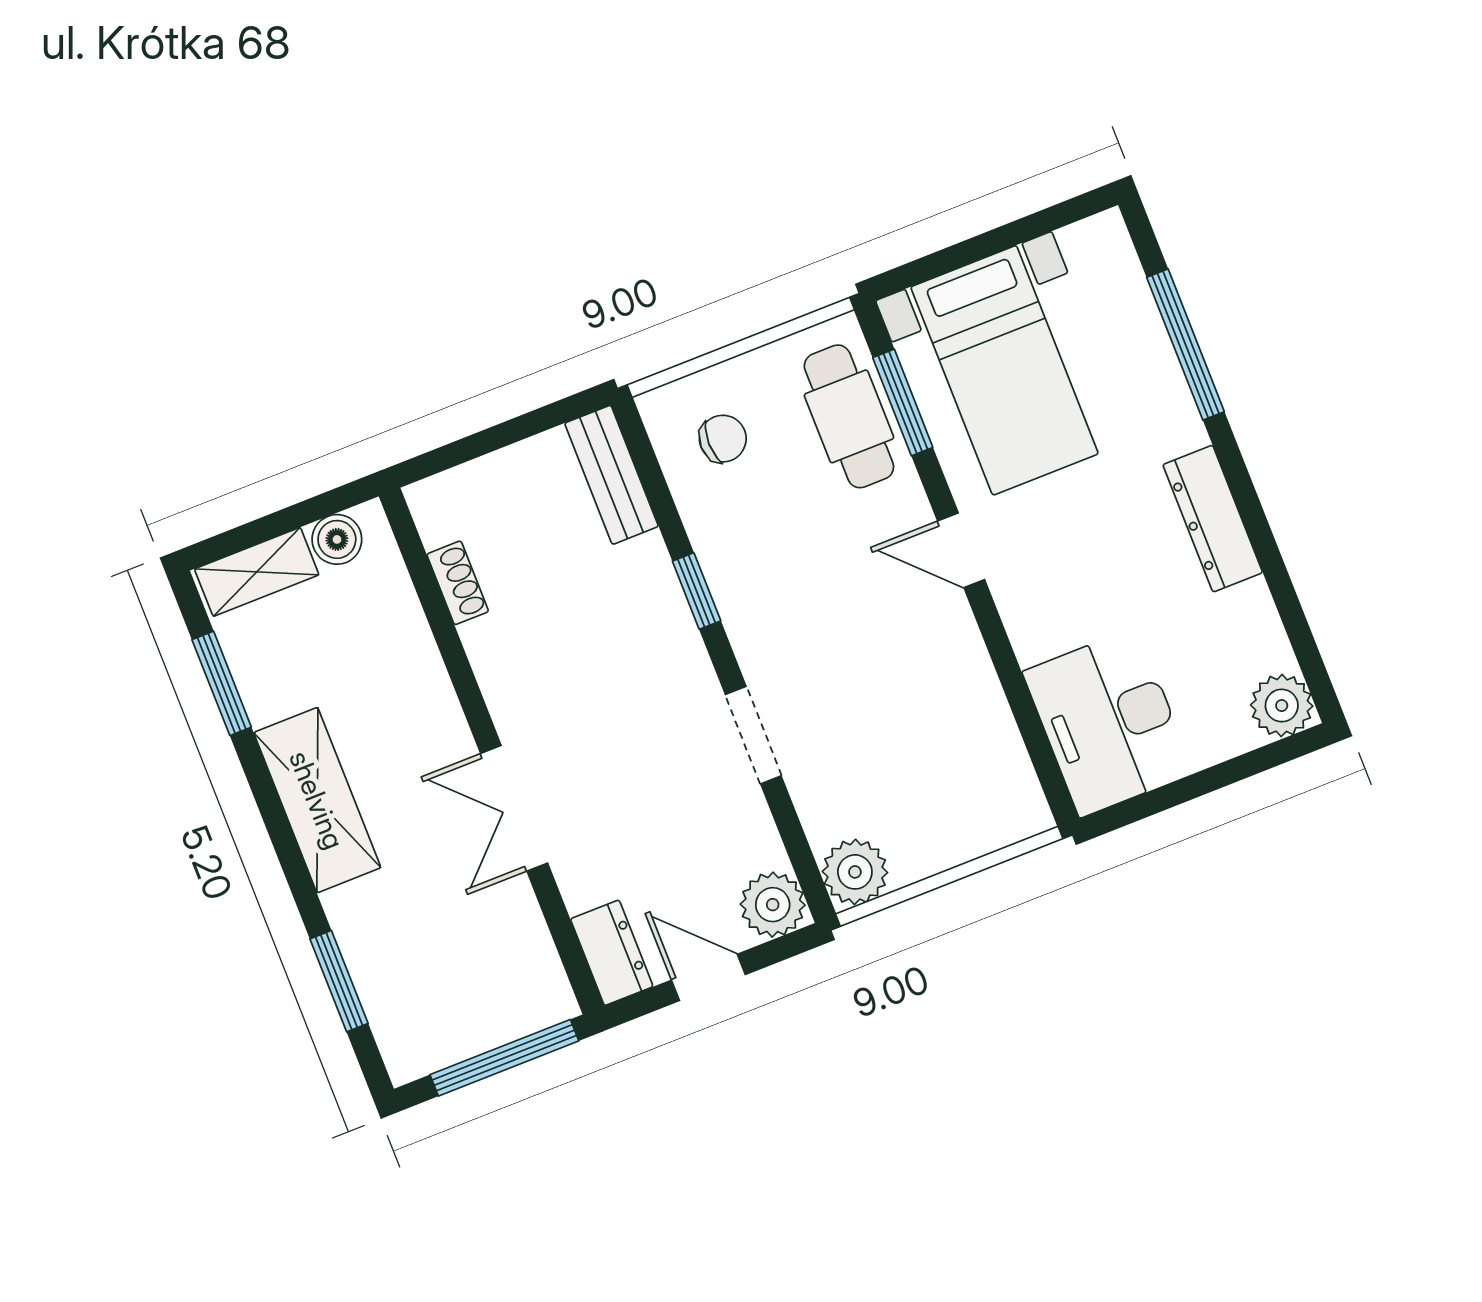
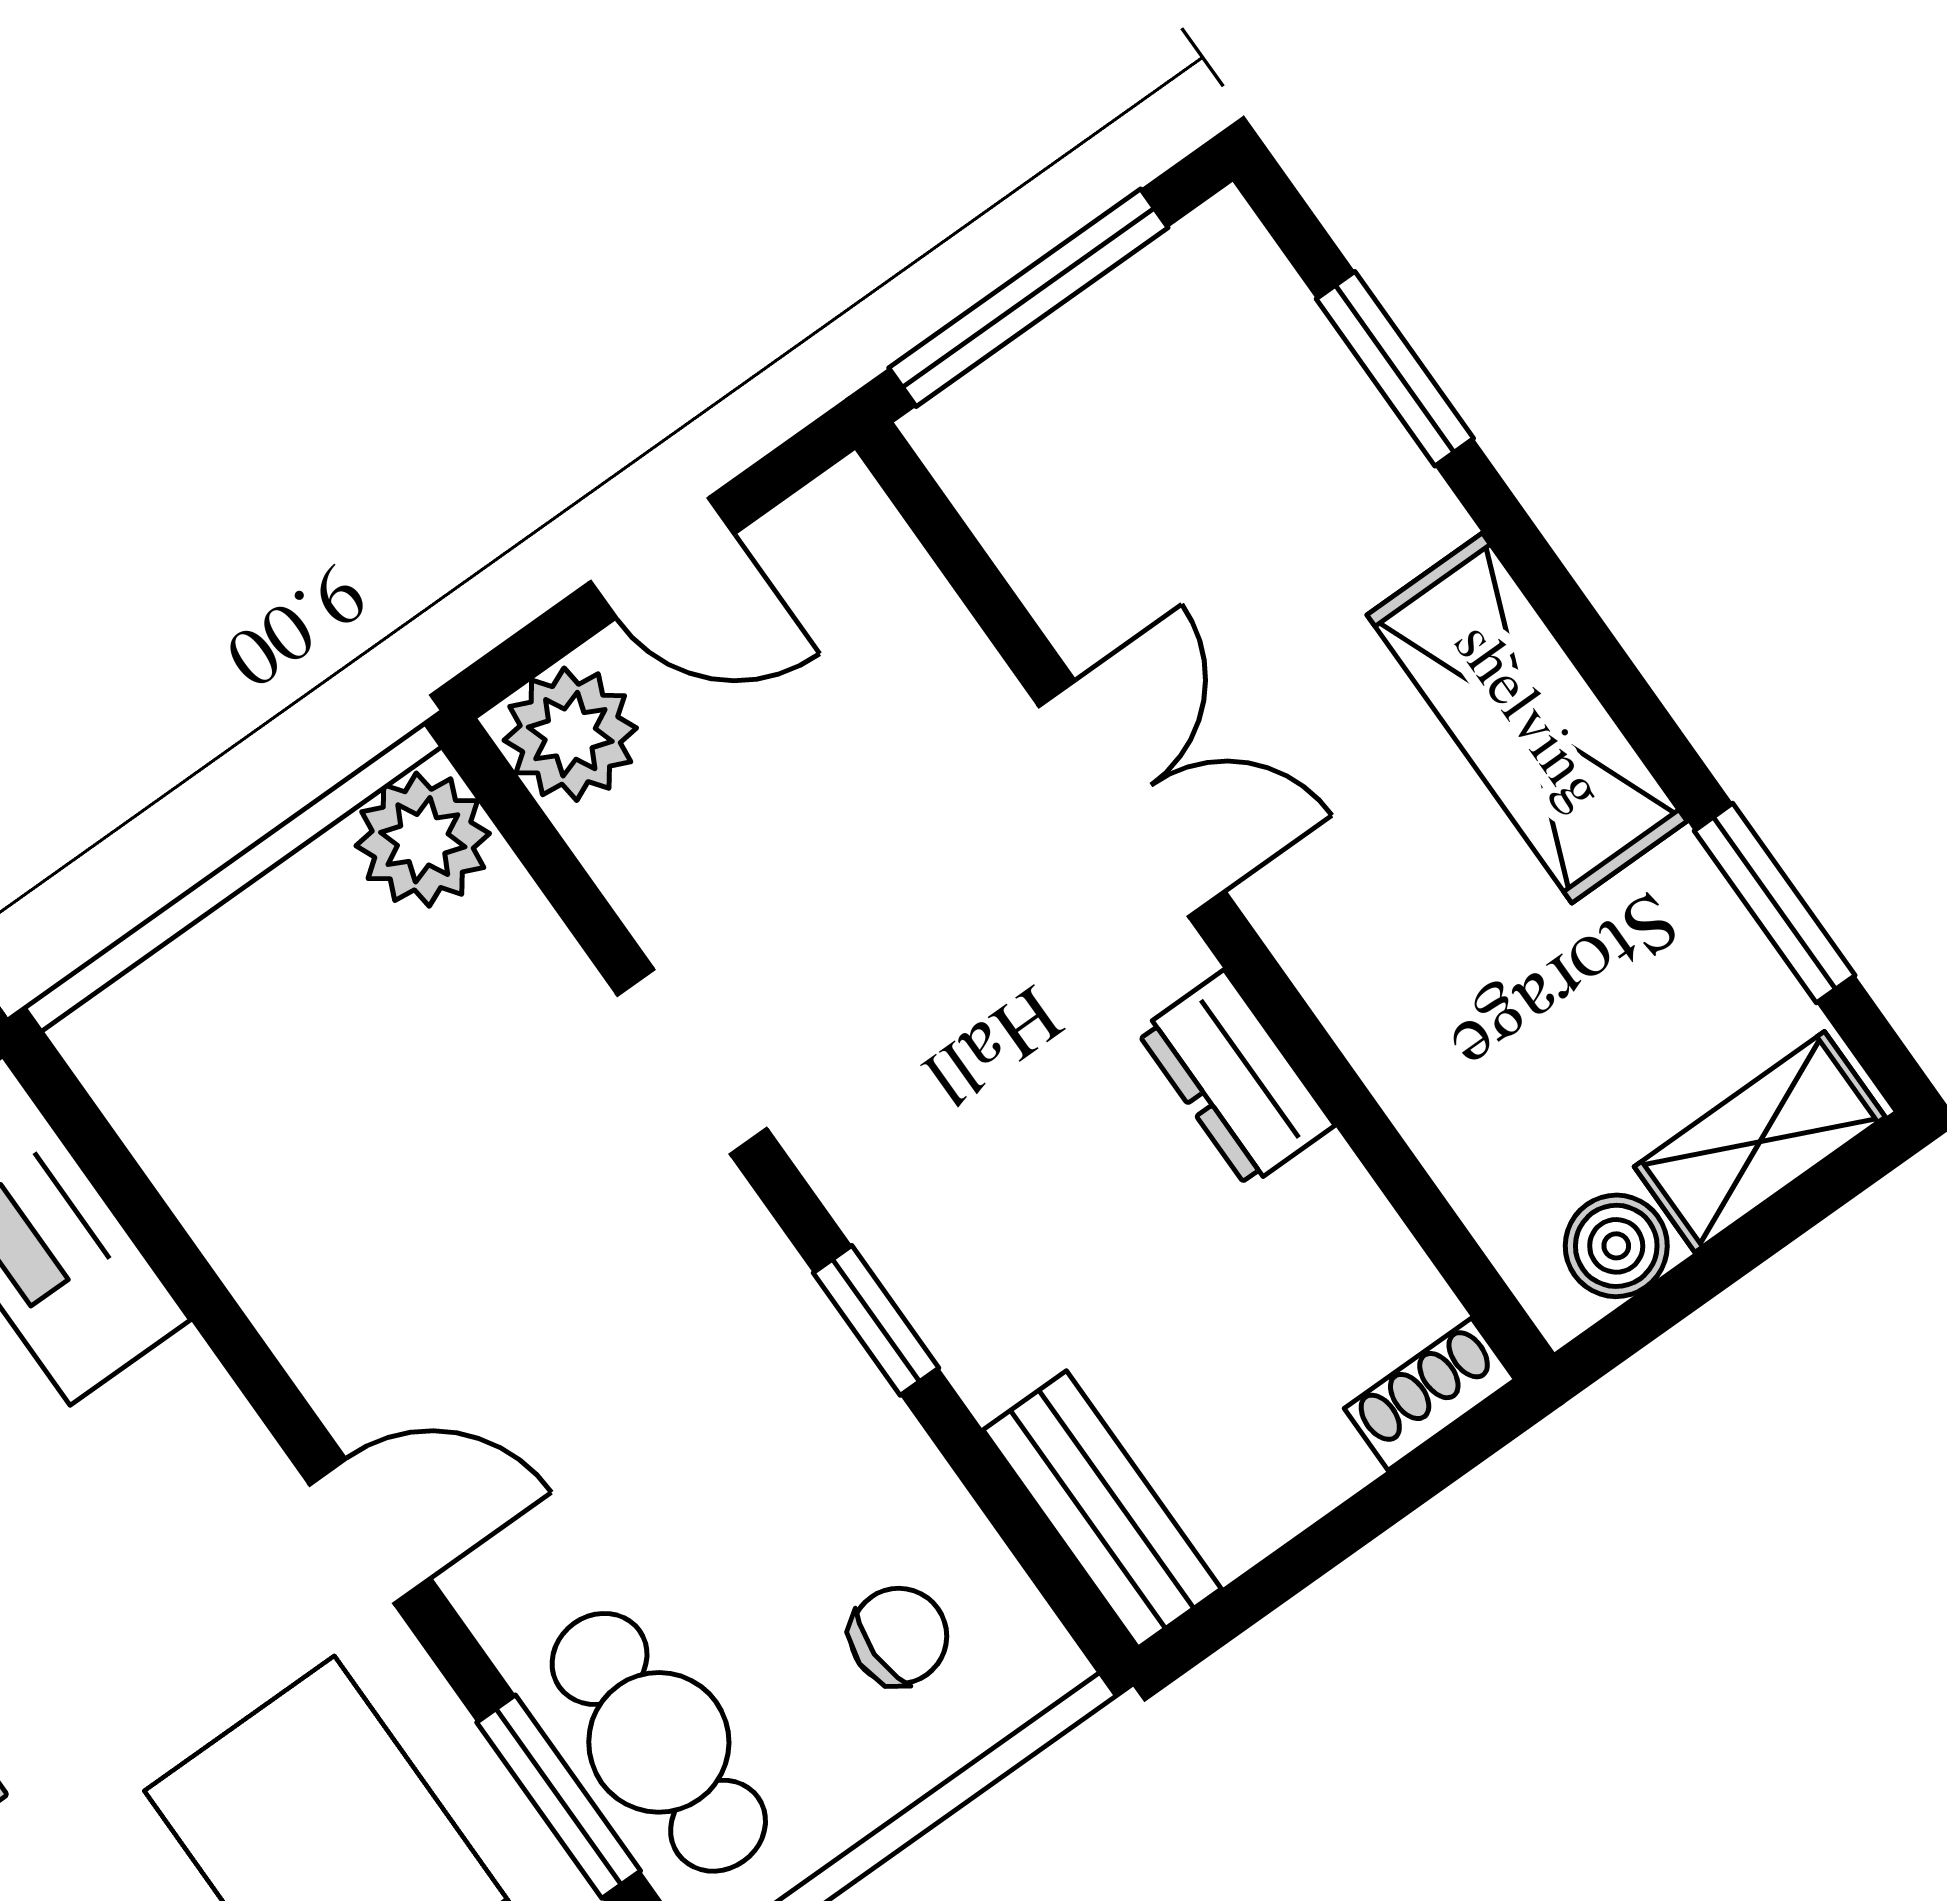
chair: (723, 439) -> (899, 1636), turned 180
shoe rack: (458, 583) -> (1430, 1394), moved, turned 90
dresser: (612, 953) -> (1236, 1079), moved

